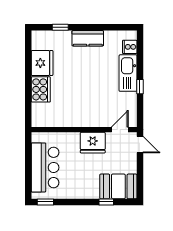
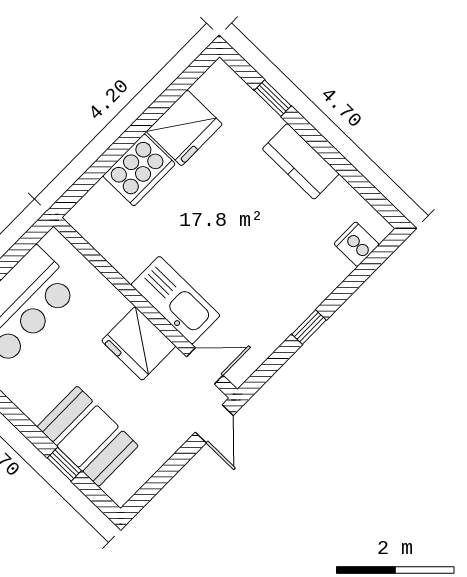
kitchen sink: (128, 73) -> (175, 300), moved, turned 90
booth: (118, 186) -> (88, 436), moved

